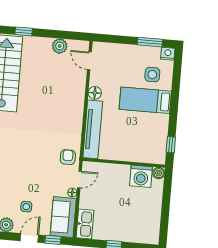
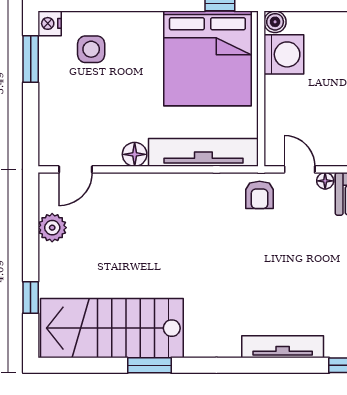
bed: (145, 100) -> (207, 58), moved, width x2.04
armchair: (68, 157) -> (260, 195), turned -90

